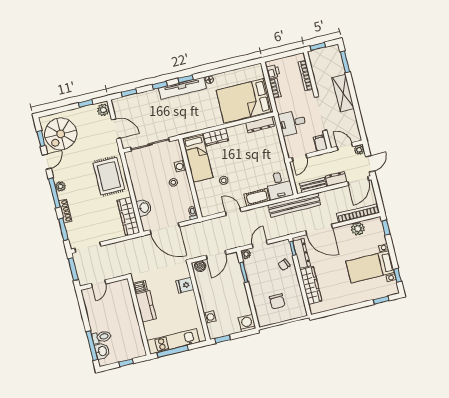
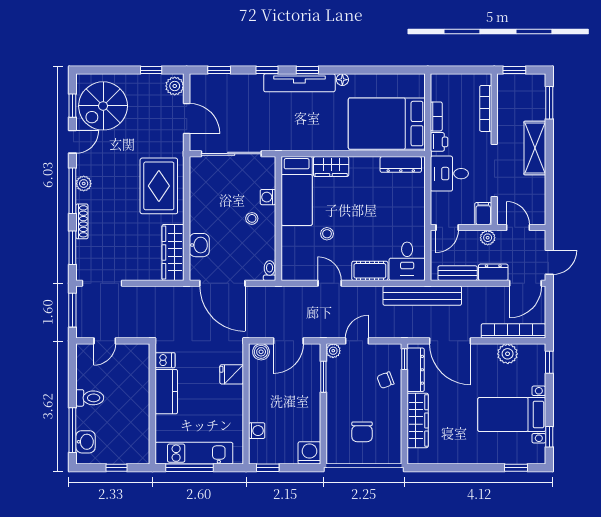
printer: (273, 72) -> (439, 142), moved
plant: (359, 150) -> (488, 238), moved
toilet: (102, 337) -> (90, 398), moved

